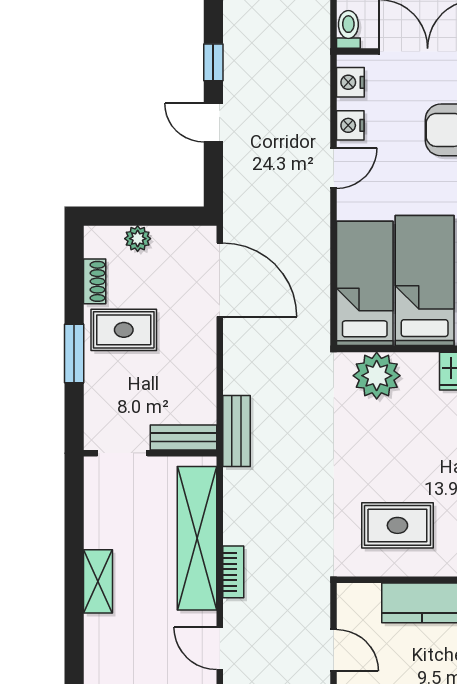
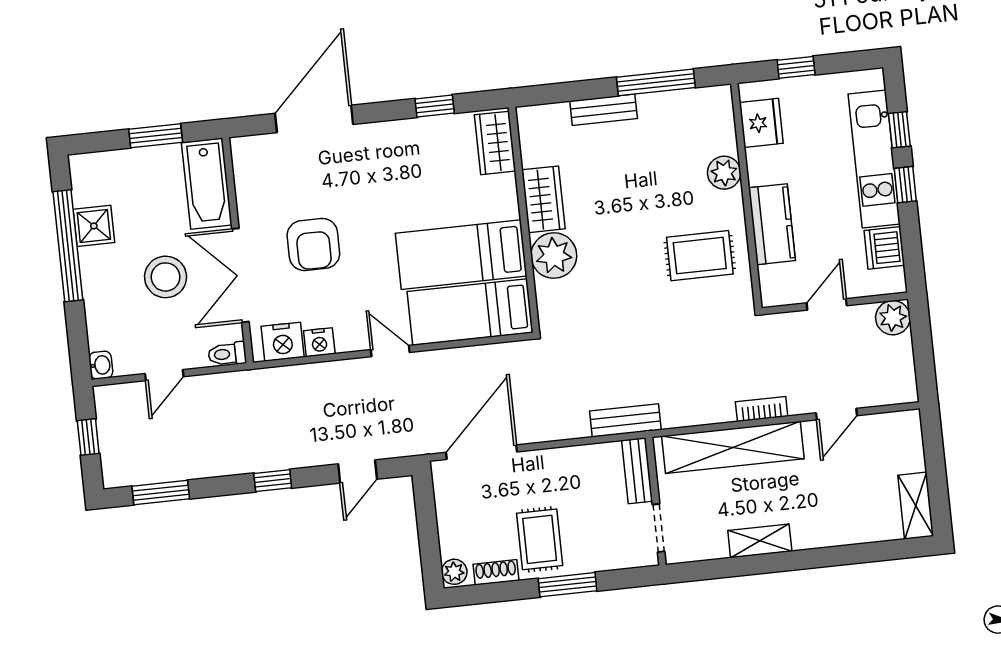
nightstand: (350, 82) -> (283, 342), width x1.36, depth x1.33
door: (213, 123) -> (358, 472), moved
door: (334, 168) -> (390, 351), moved
plant: (138, 239) -> (454, 572), moved
plant: (377, 376) -> (554, 256), moved
rug: (397, 525) -> (700, 256), turned 90
shelving: (98, 581) -> (760, 541), moved

